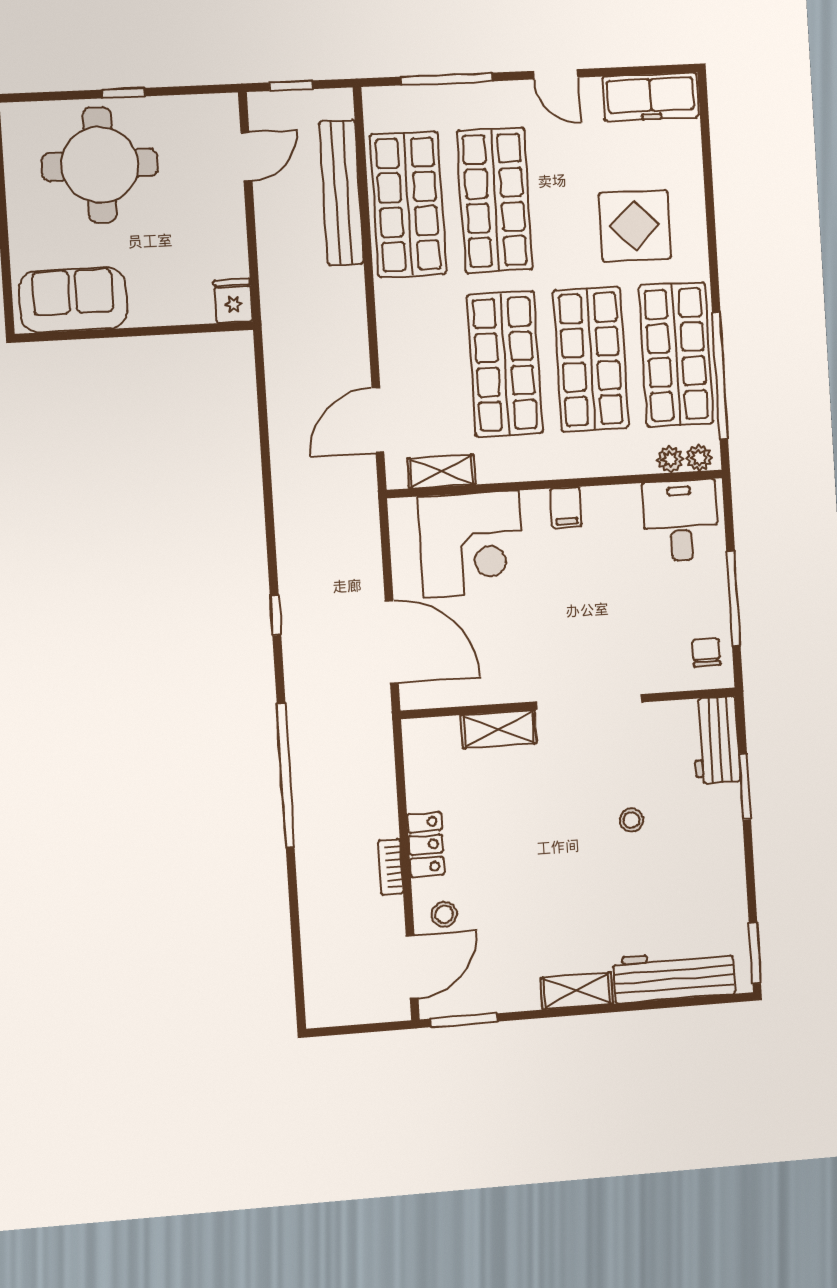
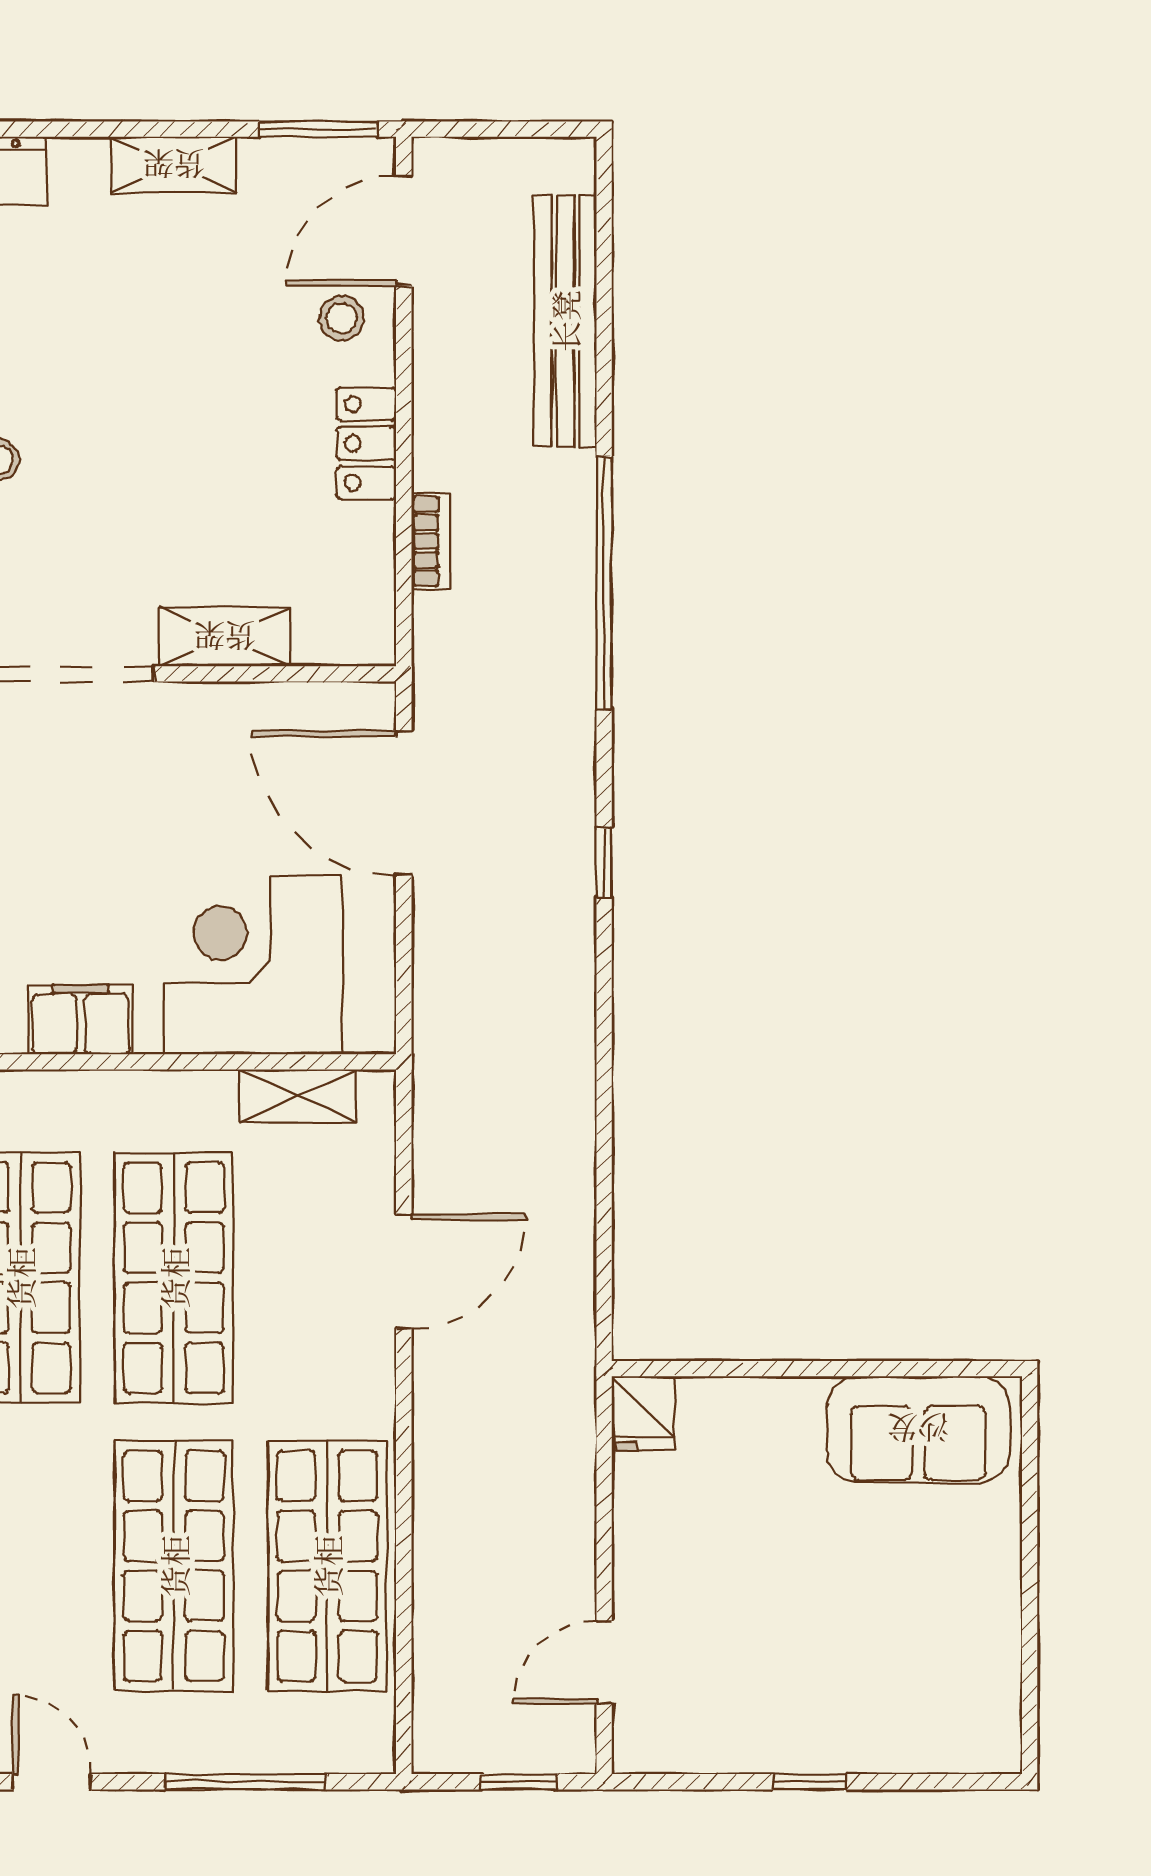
round table: (100, 165) -> (858, 1660), removed
bench: (341, 193) -> (565, 321), moved
door: (378, 420) -> (404, 1272), moved
filing cabinet: (566, 507) -> (81, 1019), width x2.00
bookcase: (391, 867) -> (431, 541), moved
shelving: (577, 991) -> (174, 165), moved

